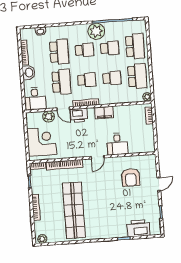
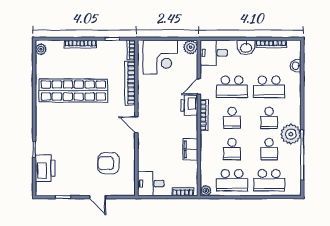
filing cabinet: (104, 113) -> (190, 149), moved
plant: (49, 117) -> (191, 47), moved
desk: (117, 144) -> (151, 184), moved

